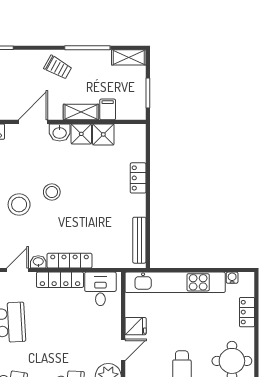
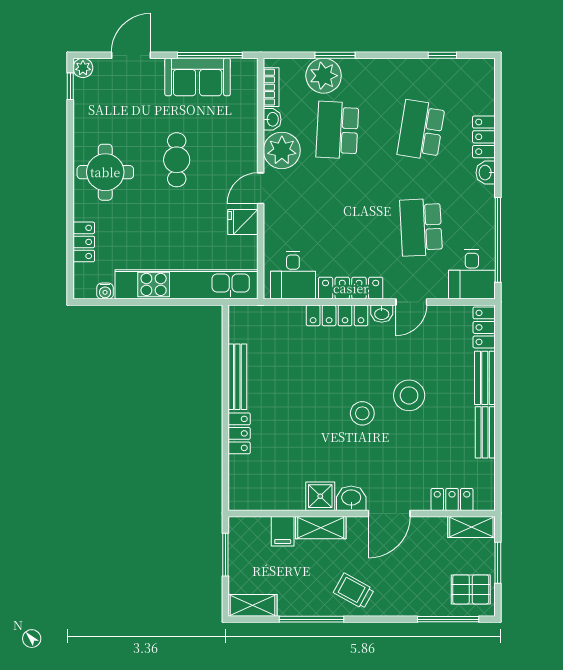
shower: (103, 134) -> (289, 495), removed
bench: (139, 240) -> (237, 377), moved

